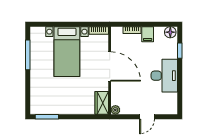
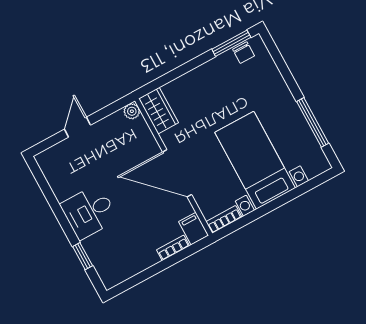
floor lamp: (170, 32) -> (112, 277), removed
filing cabinet: (148, 34) -> (193, 229), moved
desk: (164, 76) -> (89, 212), width x0.73
chair: (43, 109) -> (244, 53), added

